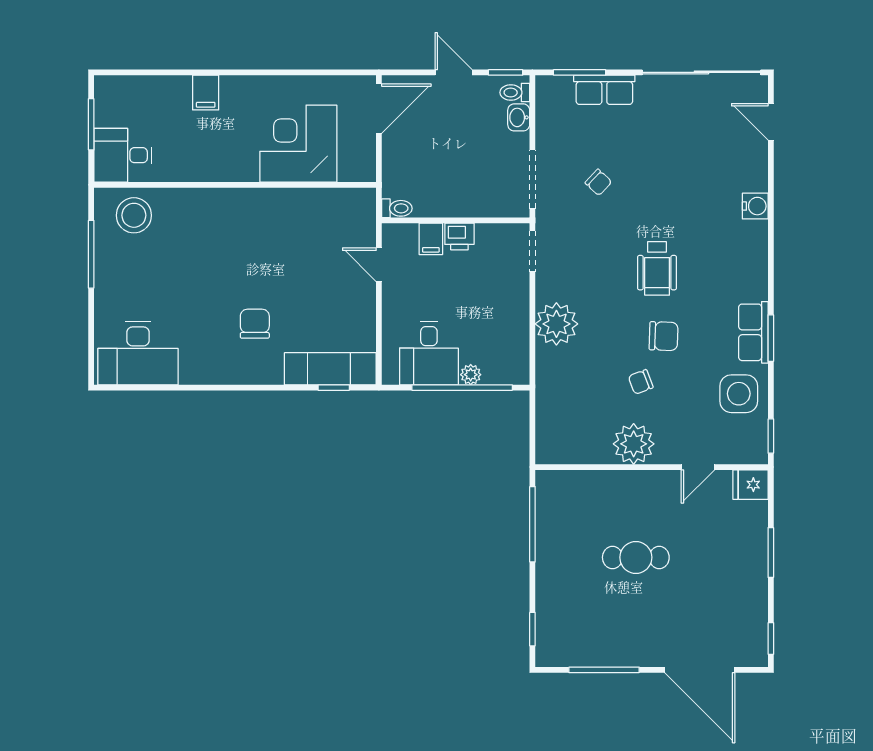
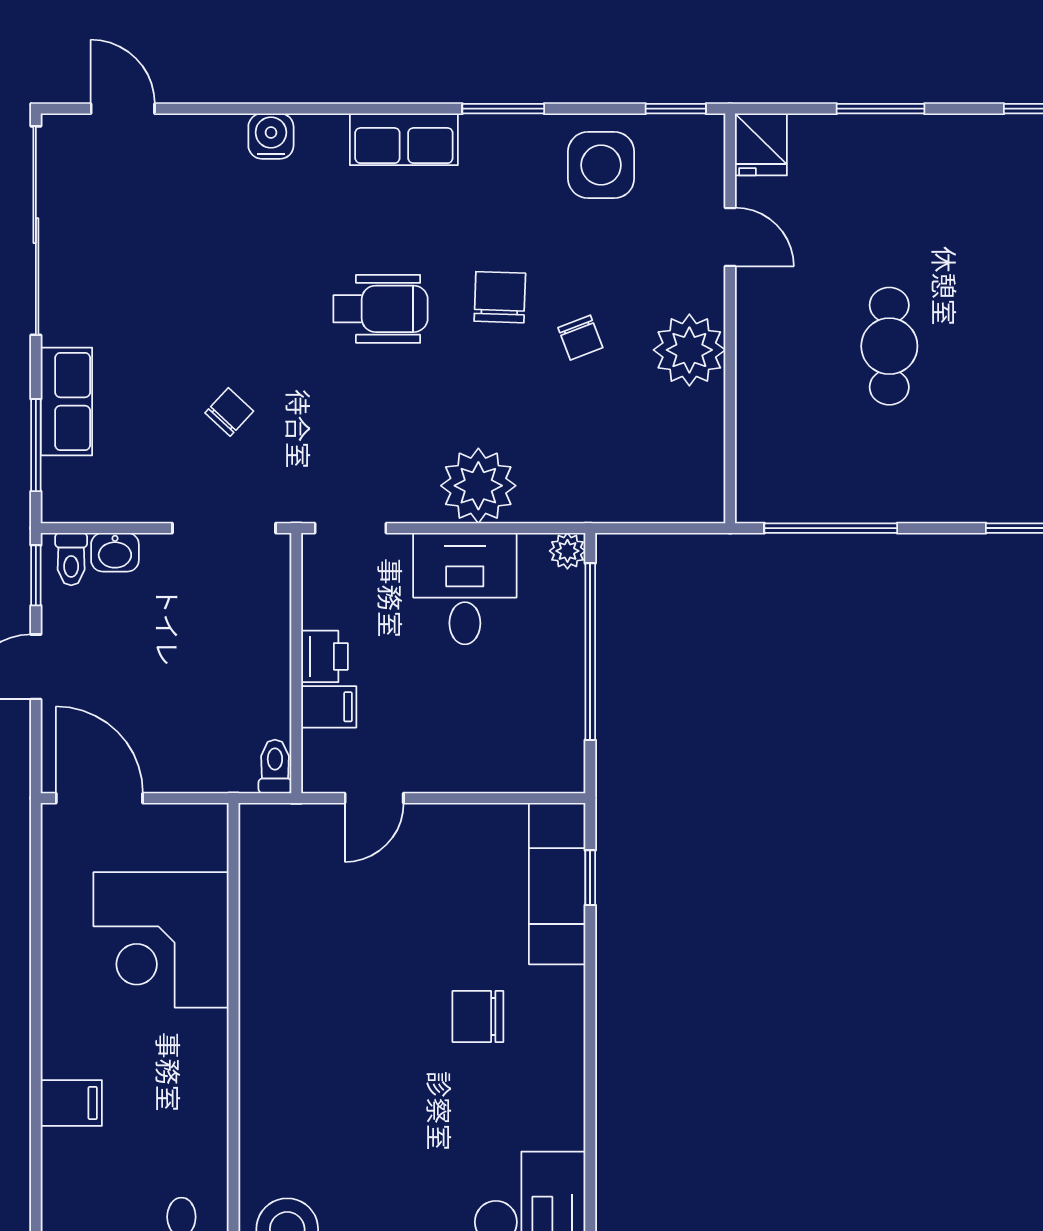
door: (771, 122) -> (123, 109), swing flipped
row of seats: (753, 332) -> (404, 139), moved
desk: (429, 353) -> (465, 589), moved, turned -90
plant: (471, 375) -> (567, 551), moved

